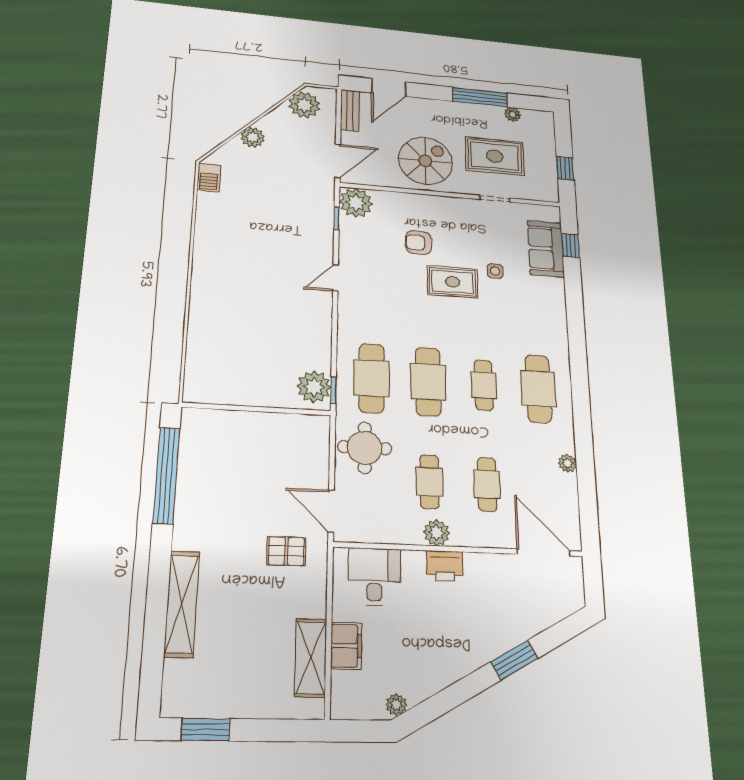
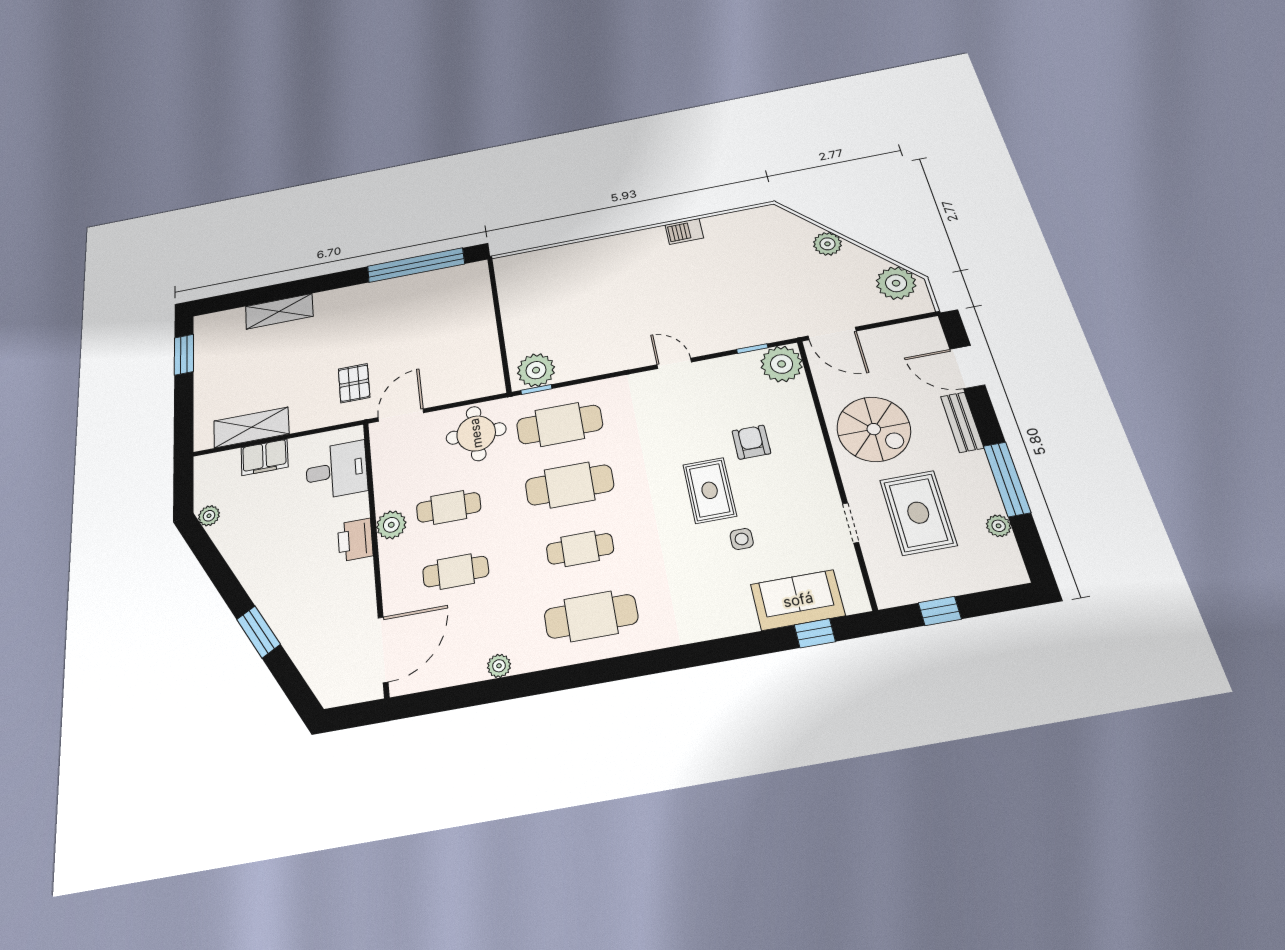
bench: (350, 110) -> (962, 422), moved, turned 90
barbecue: (209, 177) -> (684, 231), moved
shelving: (182, 604) -> (279, 311), width x0.68

